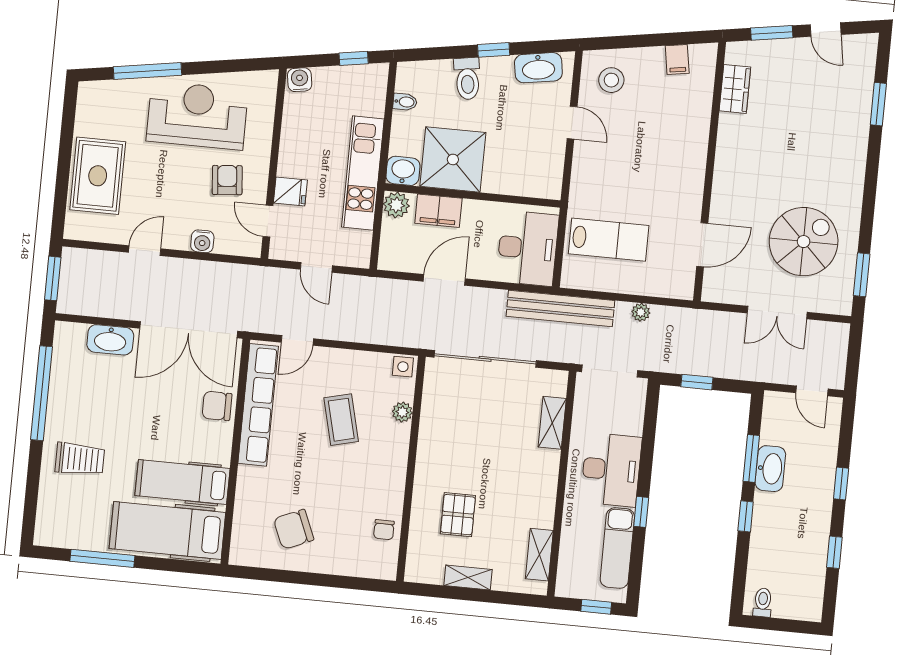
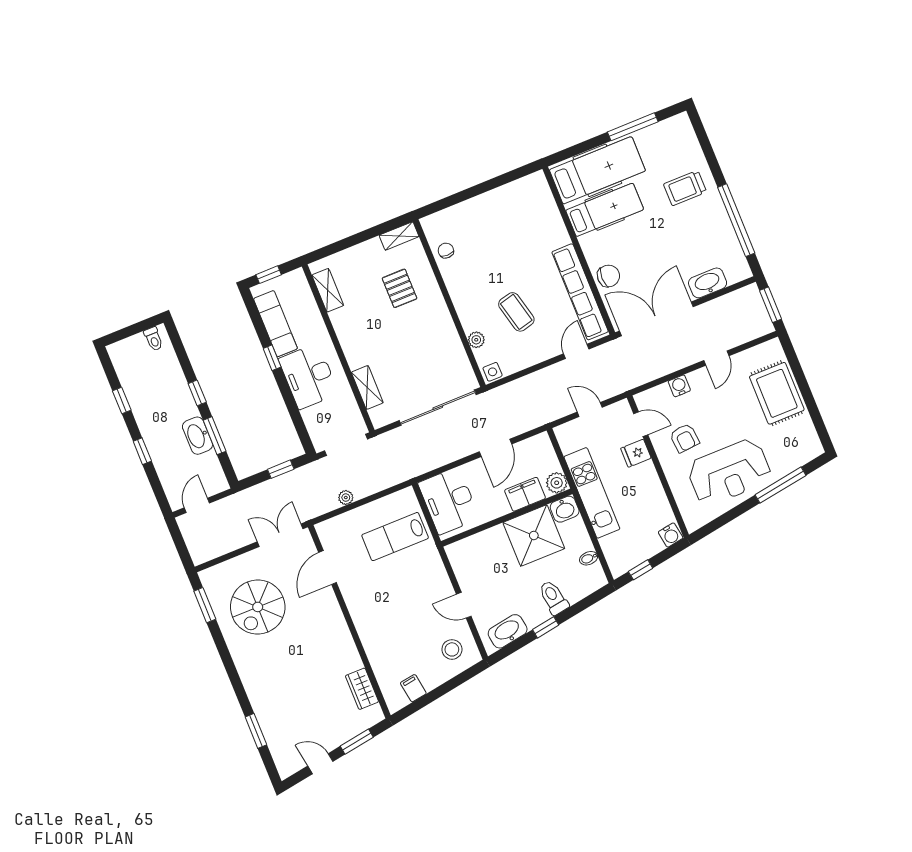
bench: (560, 308) -> (404, 471), removed
double door: (777, 313) -> (280, 535), moved
door: (812, 391) -> (197, 505), hinge flipped
chair: (294, 529) -> (509, 218), removed
shelving: (468, 577) -> (399, 236), moved

